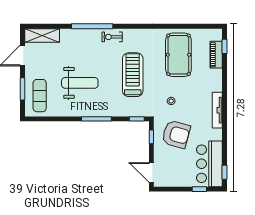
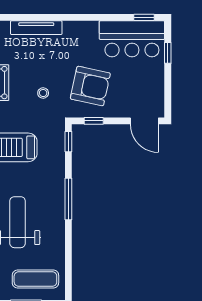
tv unit: (217, 110) -> (36, 28), moved
armchair: (176, 134) -> (90, 86), turned 87
door: (151, 173) -> (144, 121), hinge flipped

